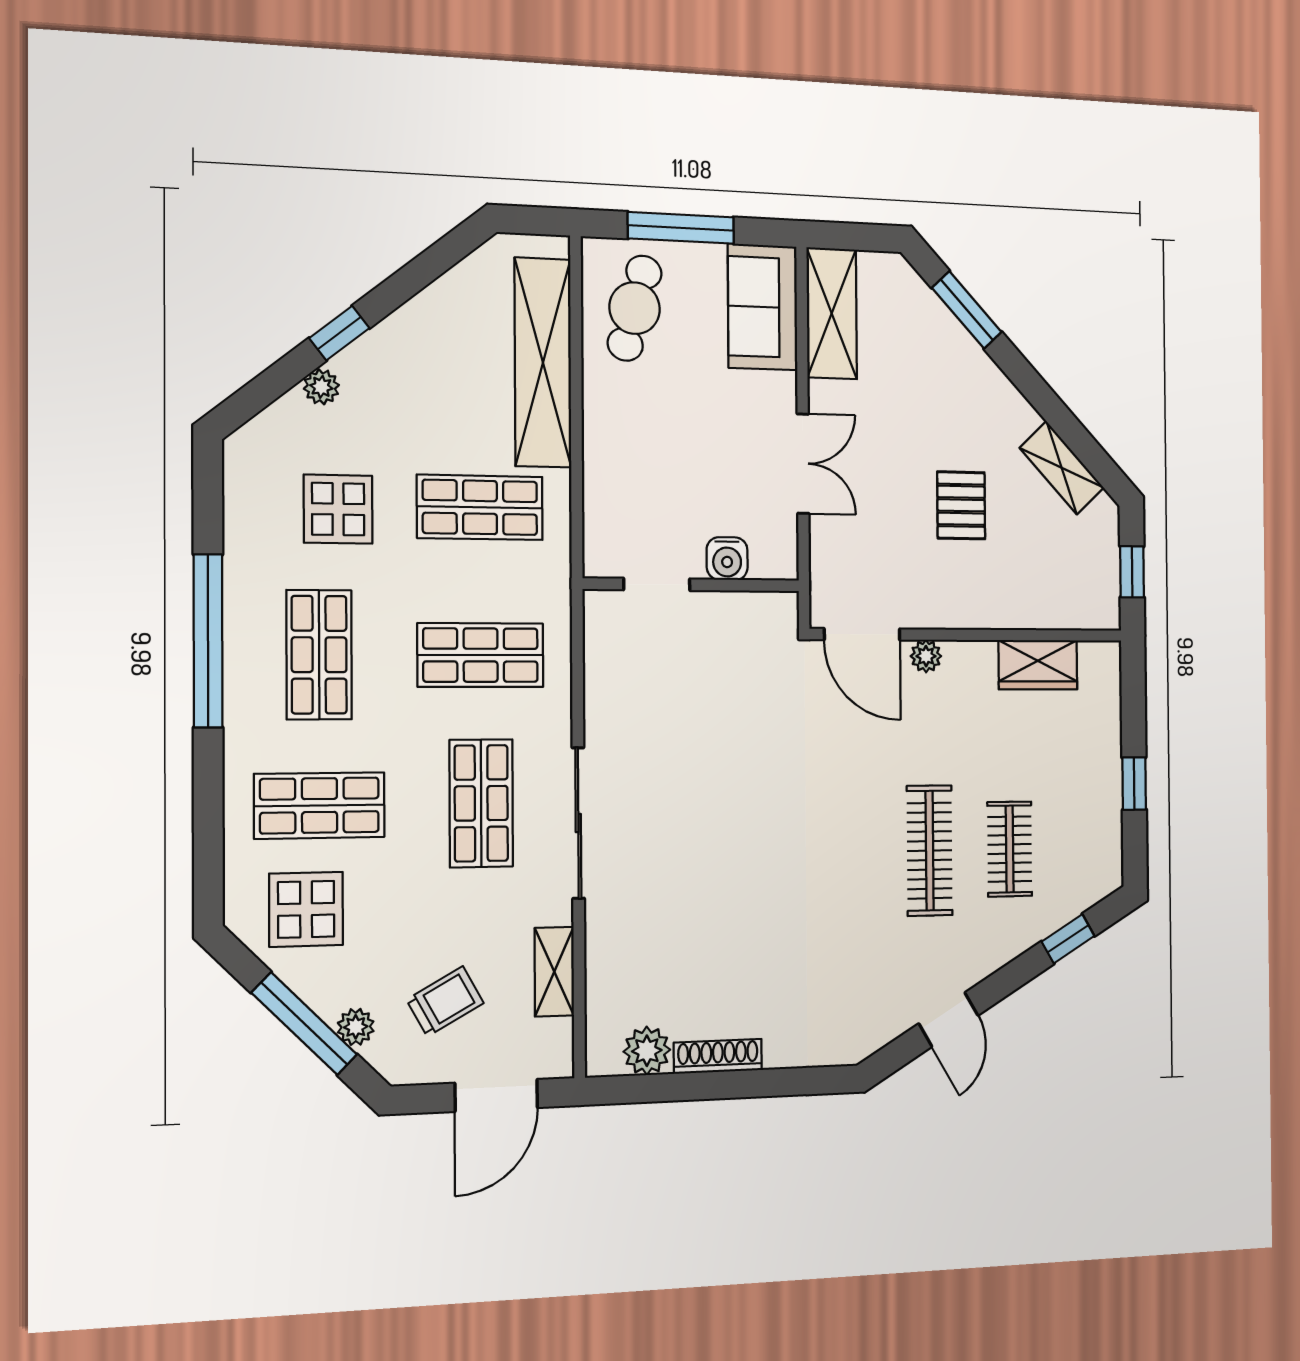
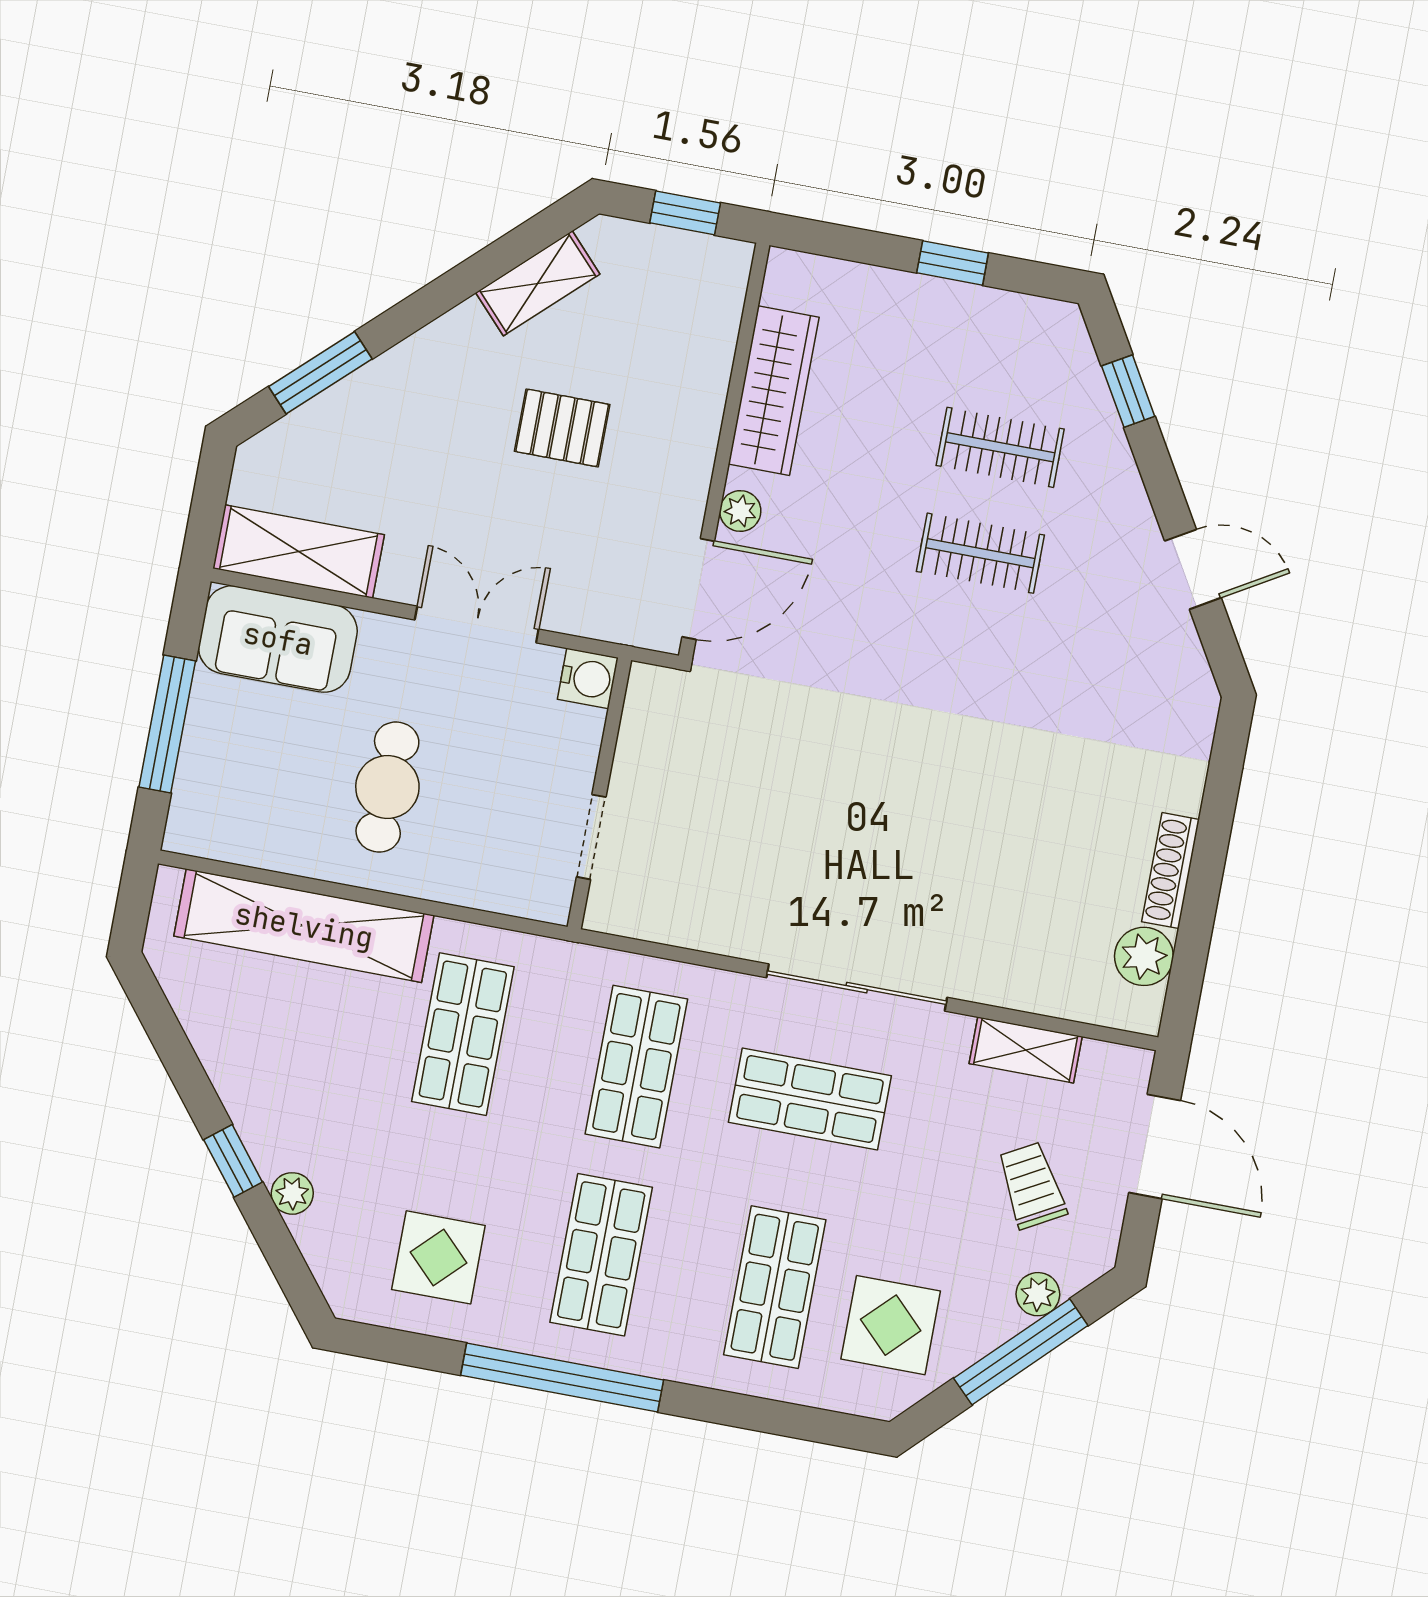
cafe table: (635, 308) -> (387, 787), moved, turned 76
display table: (338, 509) -> (438, 1257), moved
water cooler: (727, 559) -> (588, 678), moved
shop shelf: (319, 655) -> (601, 1255), turned 90
wardrobe: (1038, 665) -> (774, 391), width x1.50
clothes rail: (930, 851) -> (980, 553), width x0.73

